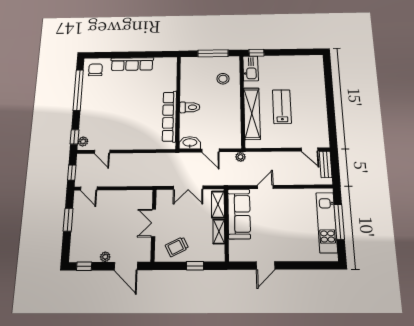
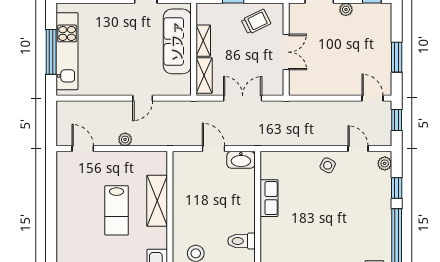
toilet: (190, 107) -> (241, 241), moved
shelving: (252, 113) -> (157, 201), width x0.68
row of seats: (169, 116) -> (269, 198), width x0.50
window: (75, 137) -> (397, 188), moved
side table: (125, 140) -> (328, 165), added
plant: (240, 157) -> (125, 139), moved
bench: (326, 164) -> (63, 128), removed
sofa: (239, 214) -> (177, 41), moved

